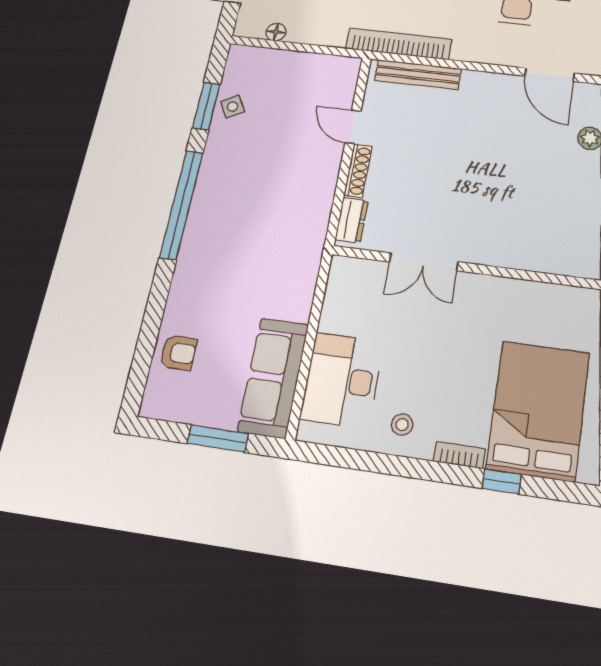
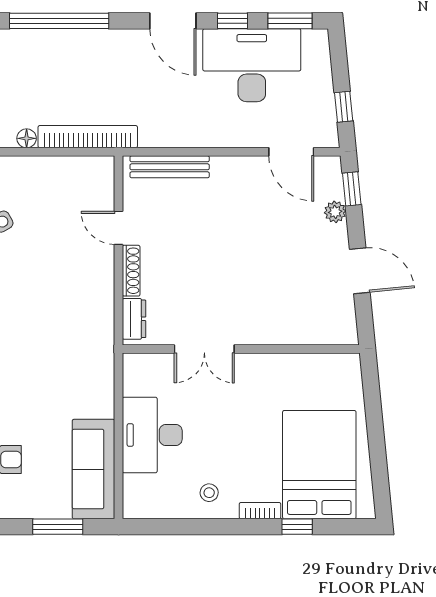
bookcase: (399, 44) -> (88, 137), moved
desk: (342, 380) -> (152, 435), moved

